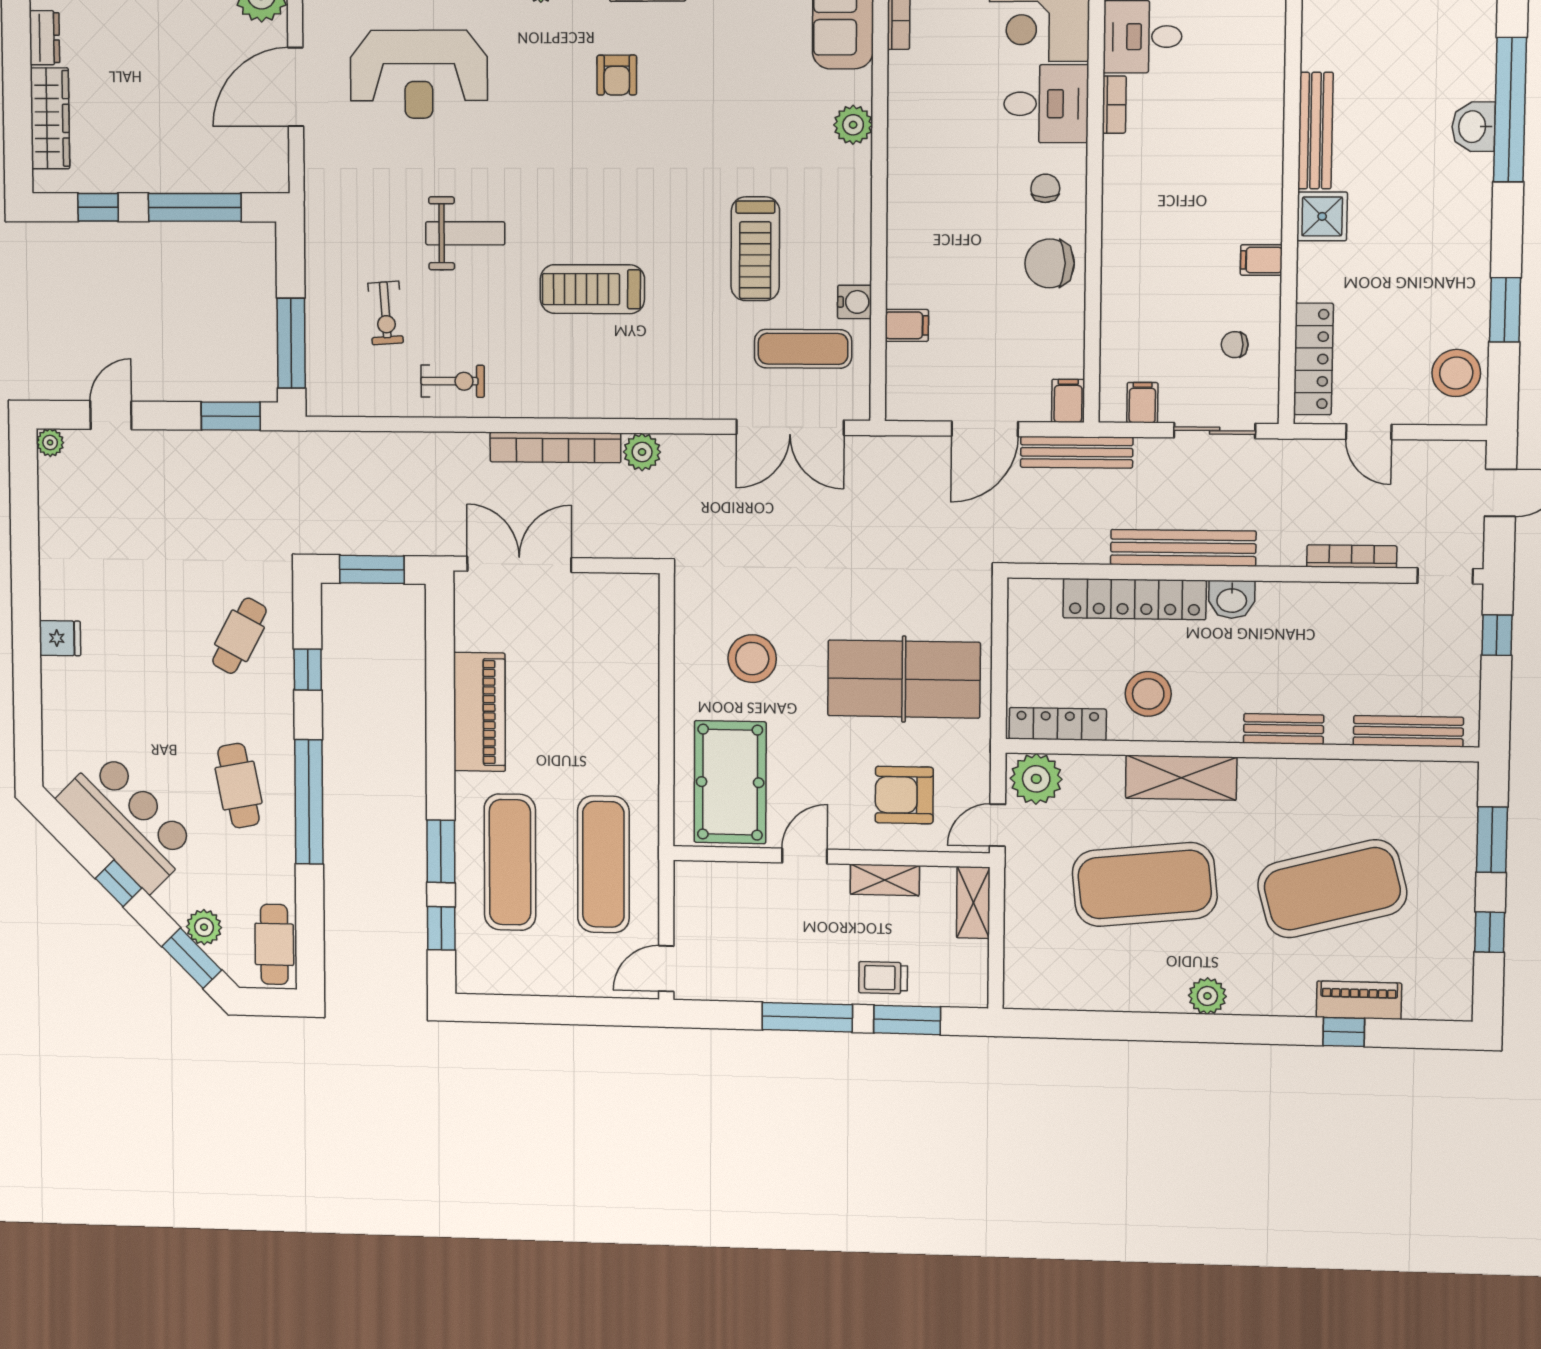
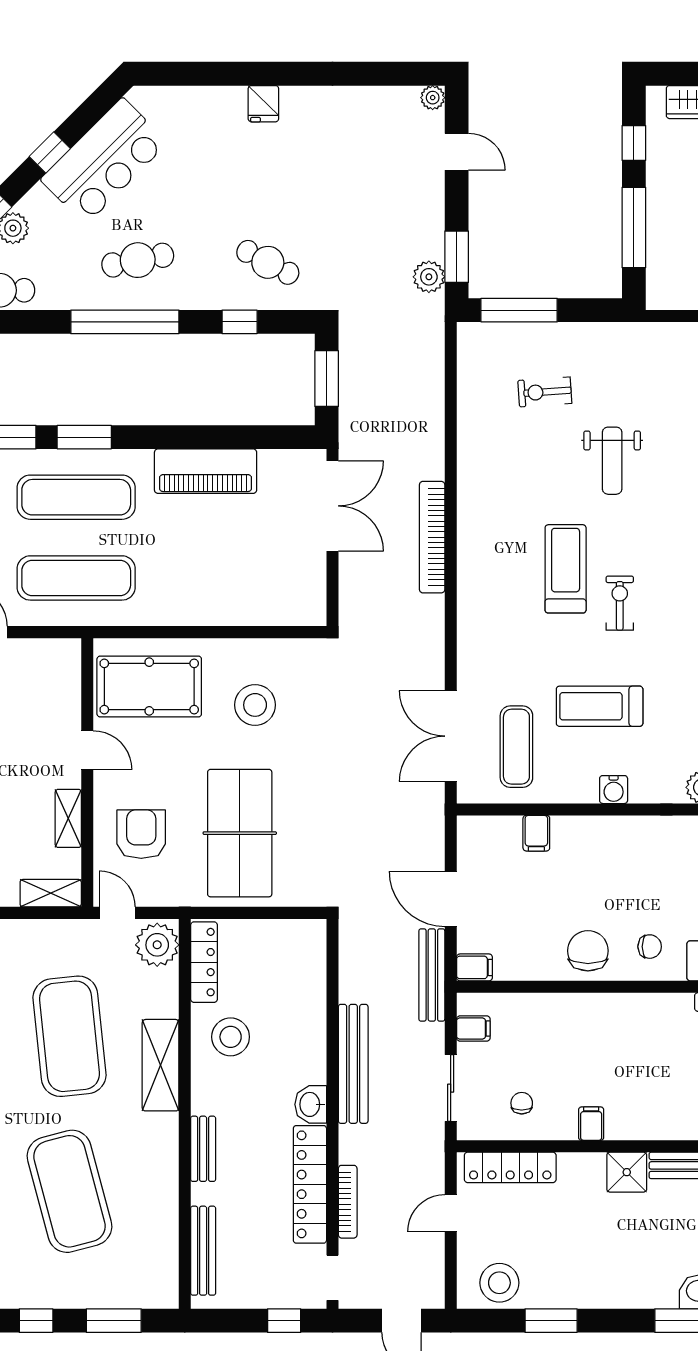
water cooler: (855, 302) -> (614, 790), moved
exercise bike: (453, 381) -> (620, 603), moved, turned 180
plant: (642, 452) -> (429, 277), moved
locker: (1135, 599) -> (310, 1184), moved

